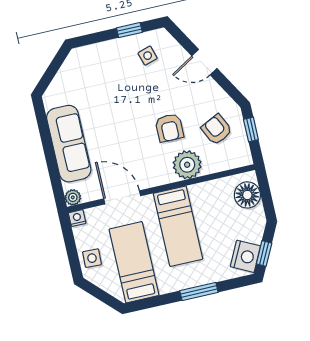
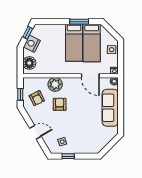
bed: (178, 226) -> (74, 43), moved, turned 180
nightstand: (245, 256) -> (32, 44), moved
window: (199, 291) -> (79, 22), moved

